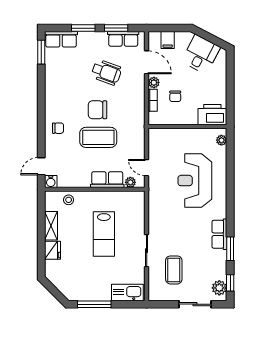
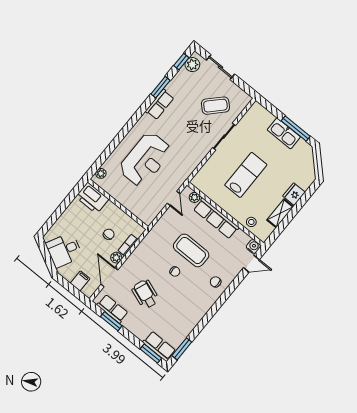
window: (83, 28) -> (151, 354), moved
chair: (97, 110) -> (175, 272), width x0.54, depth x0.54
row of seats: (107, 180) -> (216, 218), width x1.48
coffee table: (174, 270) -> (215, 106), turned 44
kitchen sink: (127, 292) -> (284, 133), moved

